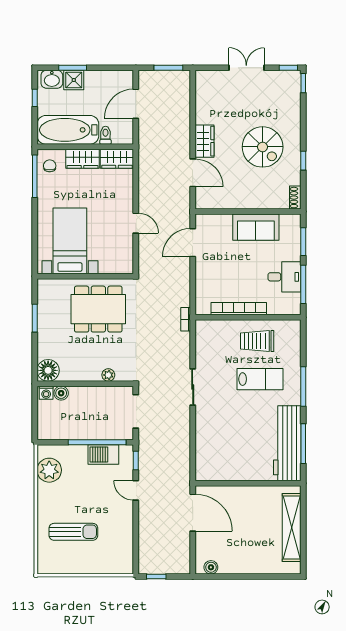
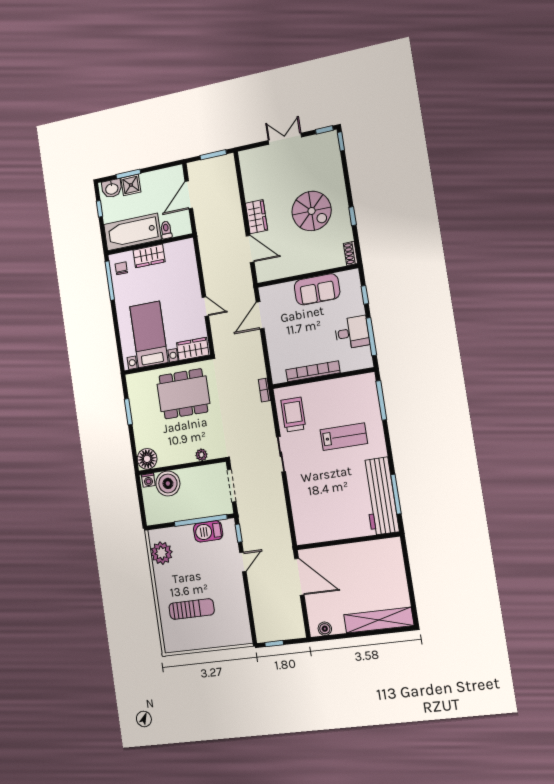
wardrobe: (117, 159) -> (193, 349), moved, turned 180
window: (303, 242) -> (365, 295), width x0.67
trolley: (257, 341) -> (293, 415), moved, turned 90
window: (303, 387) -> (381, 400), moved
boiler: (61, 393) -> (168, 483), width x1.86, depth x1.86
door: (136, 490) -> (243, 562), swing flipped
shelving: (292, 528) -> (379, 620), moved, turned 90

